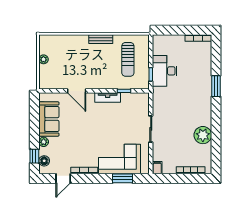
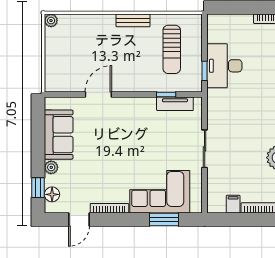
plant: (43, 59) -> (51, 21), moved
door: (77, 91) -> (98, 94), swing flipped
tv unit: (108, 97) -> (175, 104), moved
filing cabinet: (157, 168) -> (233, 204), moved

